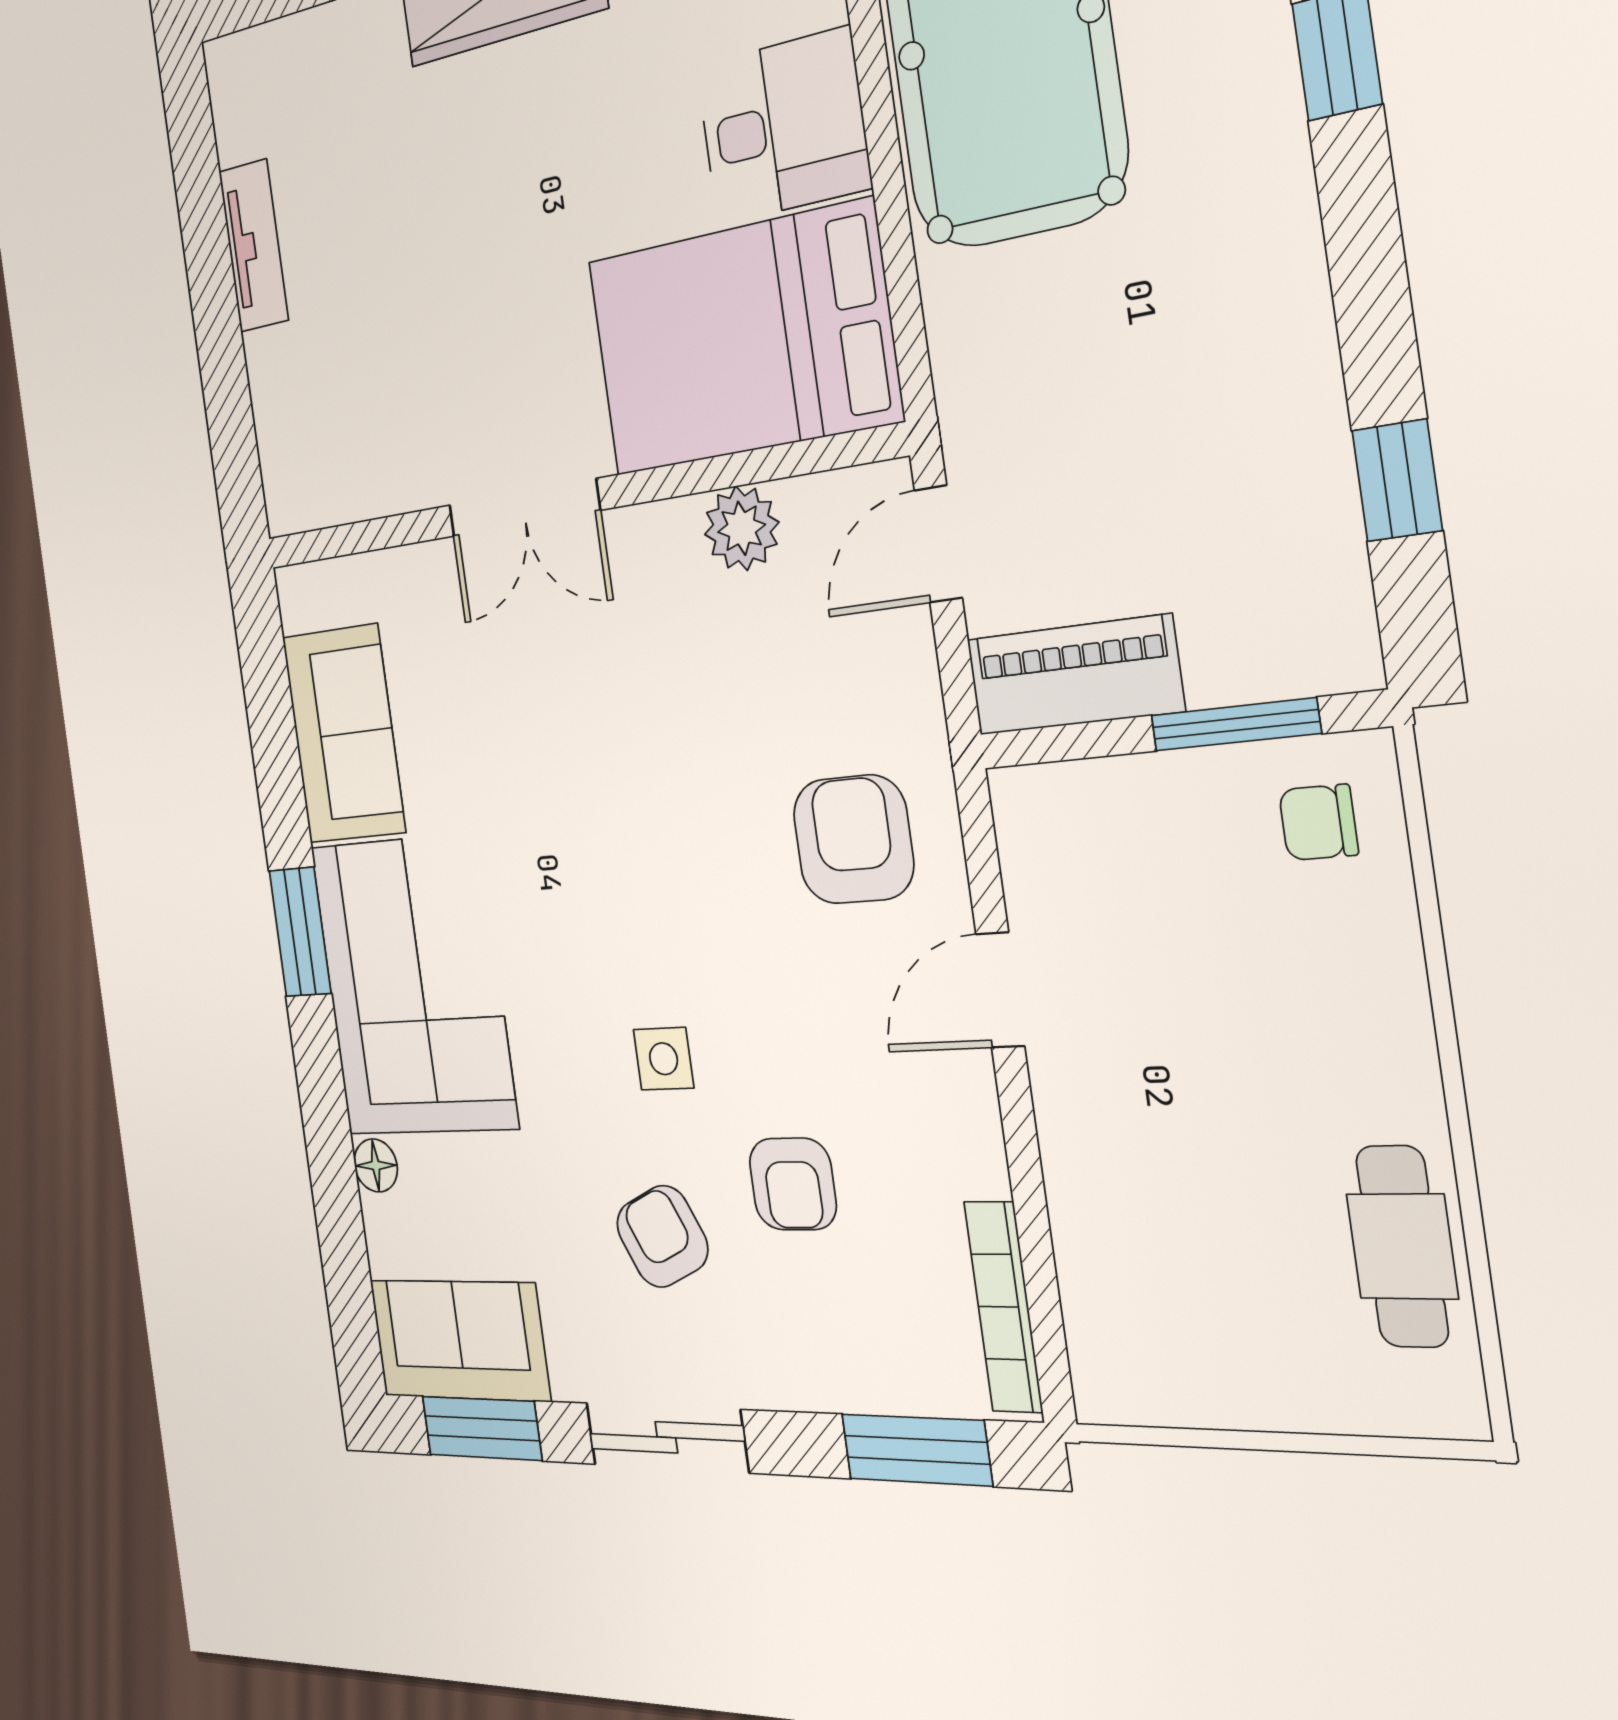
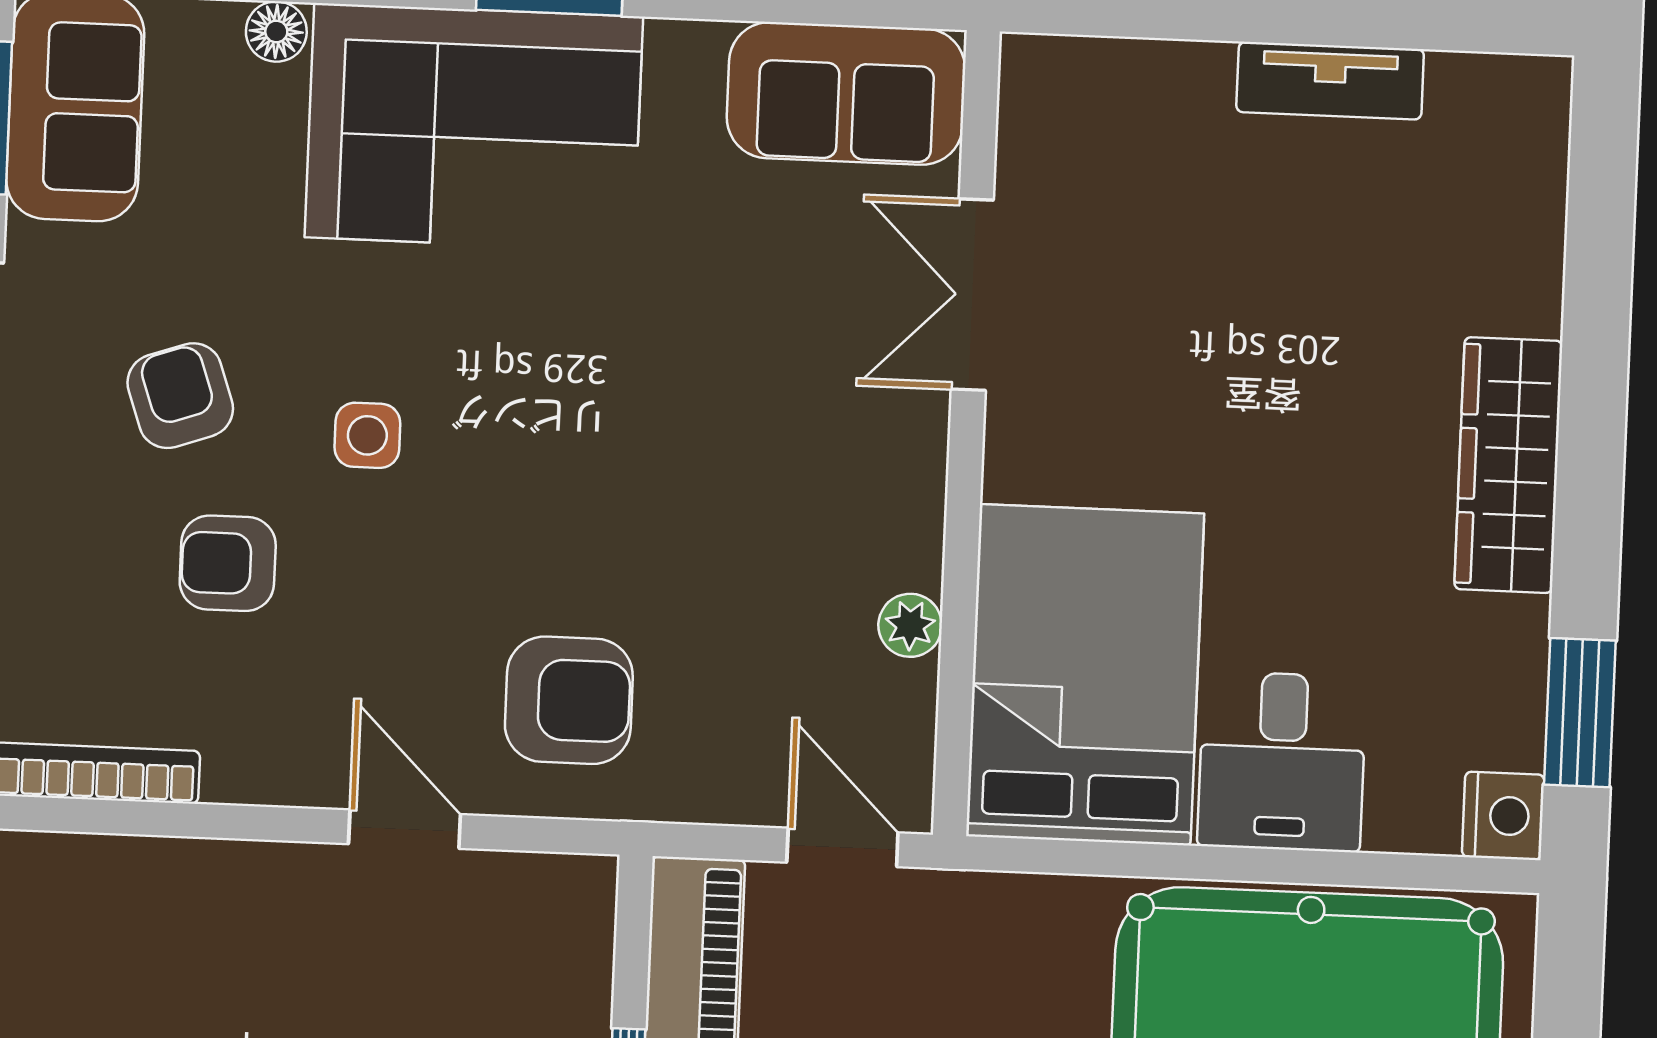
double door: (524, 508) -> (972, 295), moved
plant: (742, 528) -> (910, 625), width x0.73, depth x0.73
sofa: (344, 734) -> (846, 93), moved
armchair: (662, 1236) -> (180, 396), turned -84

